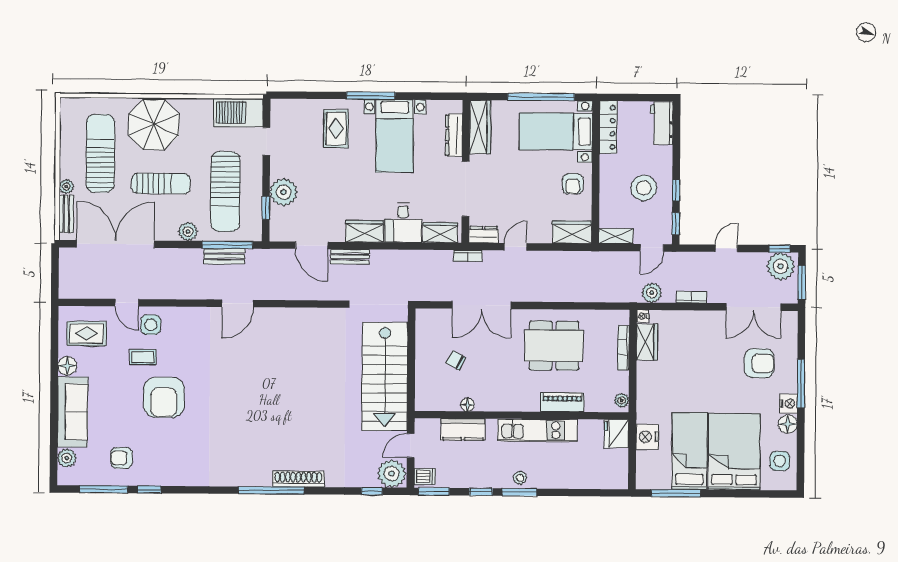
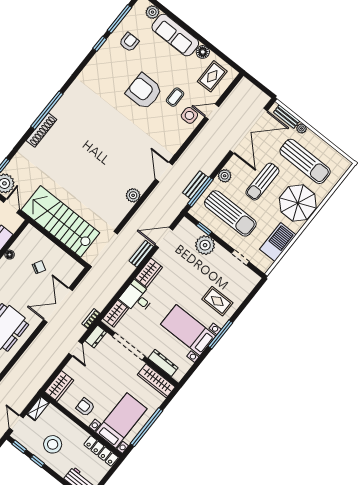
barbecue: (238, 113) -> (278, 242), moved
sun lounger: (225, 192) -> (230, 213), turned 180
plant: (291, 318) -> (133, 195), added

